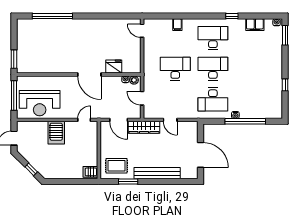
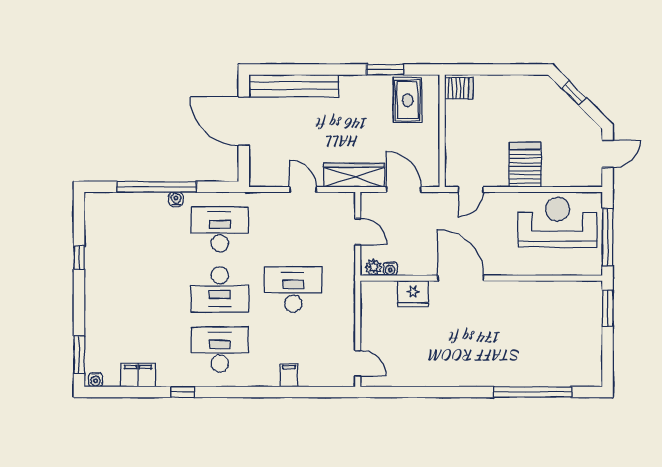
desk: (213, 38) -> (220, 349), turned 180
desk: (175, 69) -> (293, 289), turned 180
rug: (117, 166) -> (408, 100), turned 90
bench: (157, 173) -> (294, 86), moved

